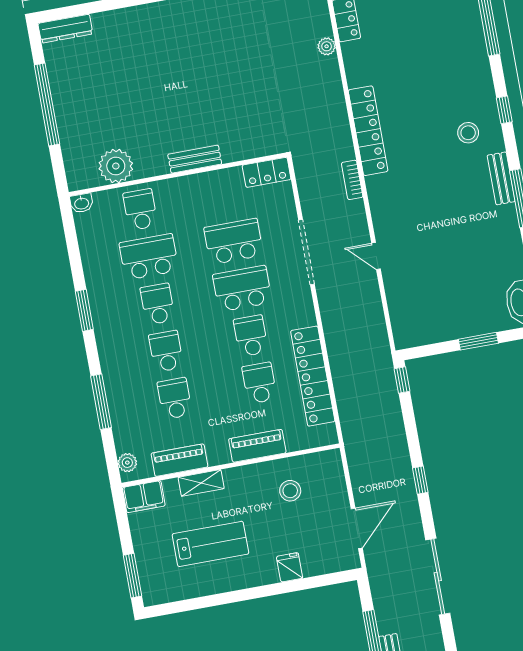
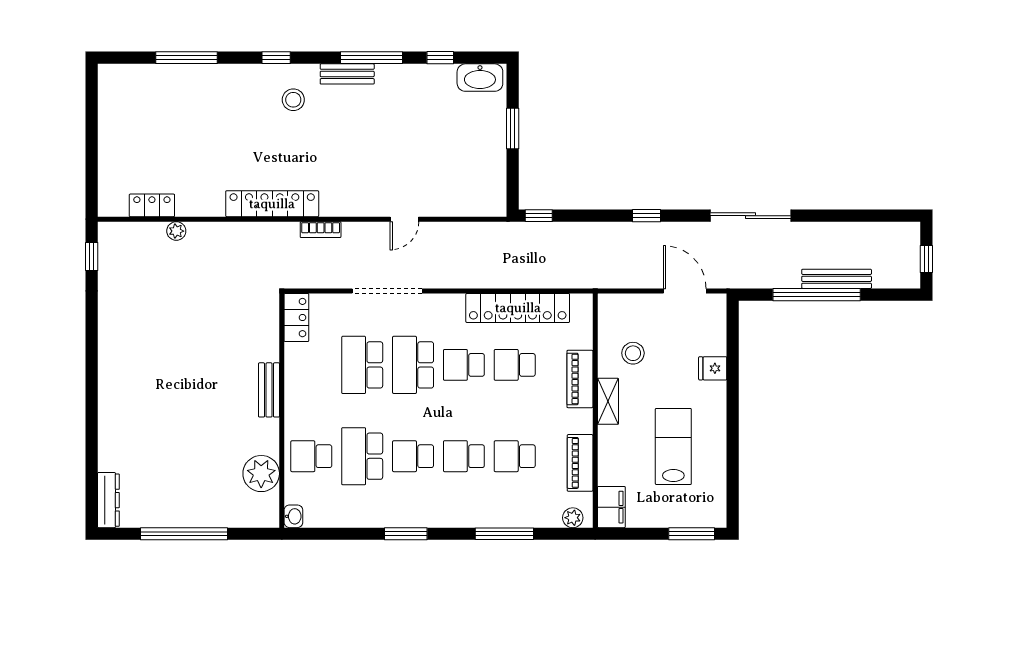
shelving: (201, 483) -> (608, 401), moved

